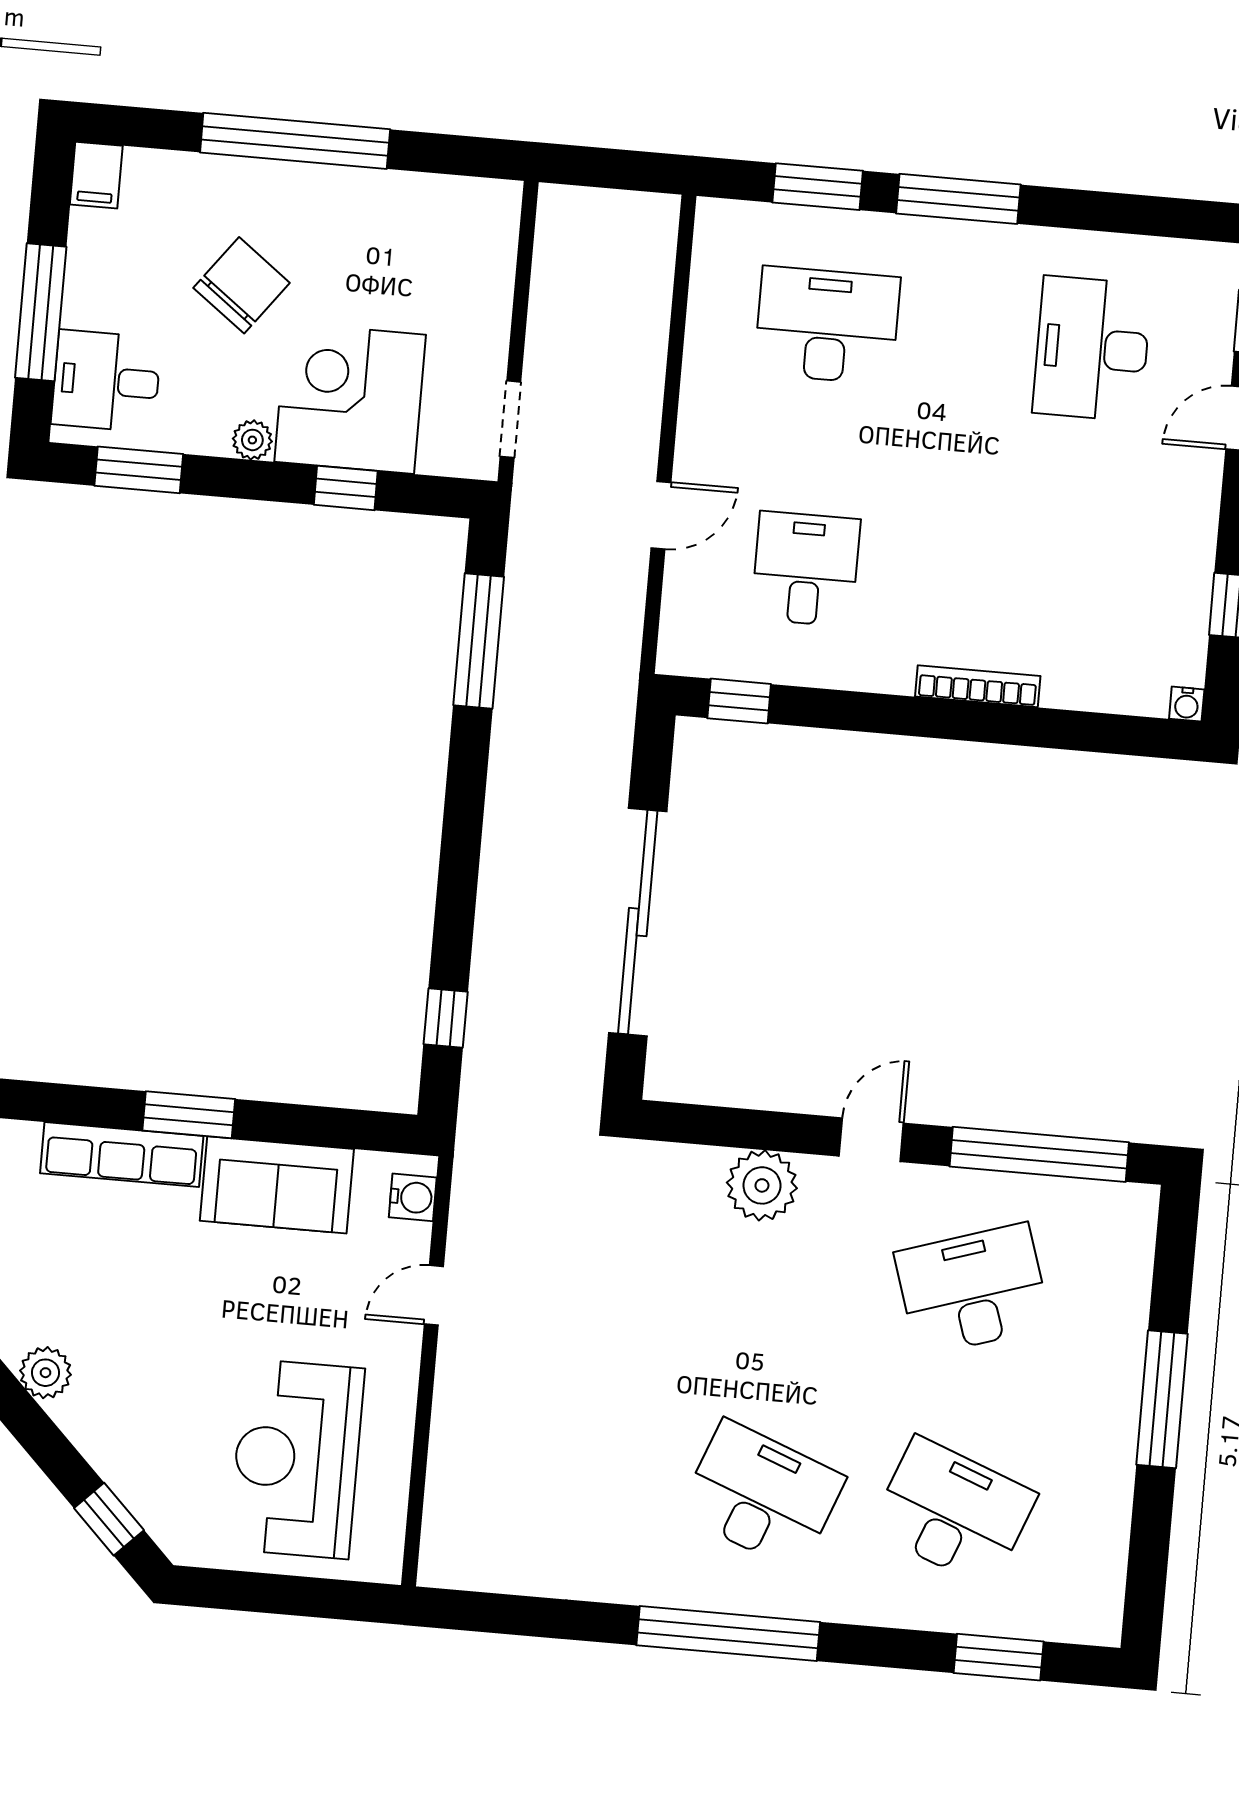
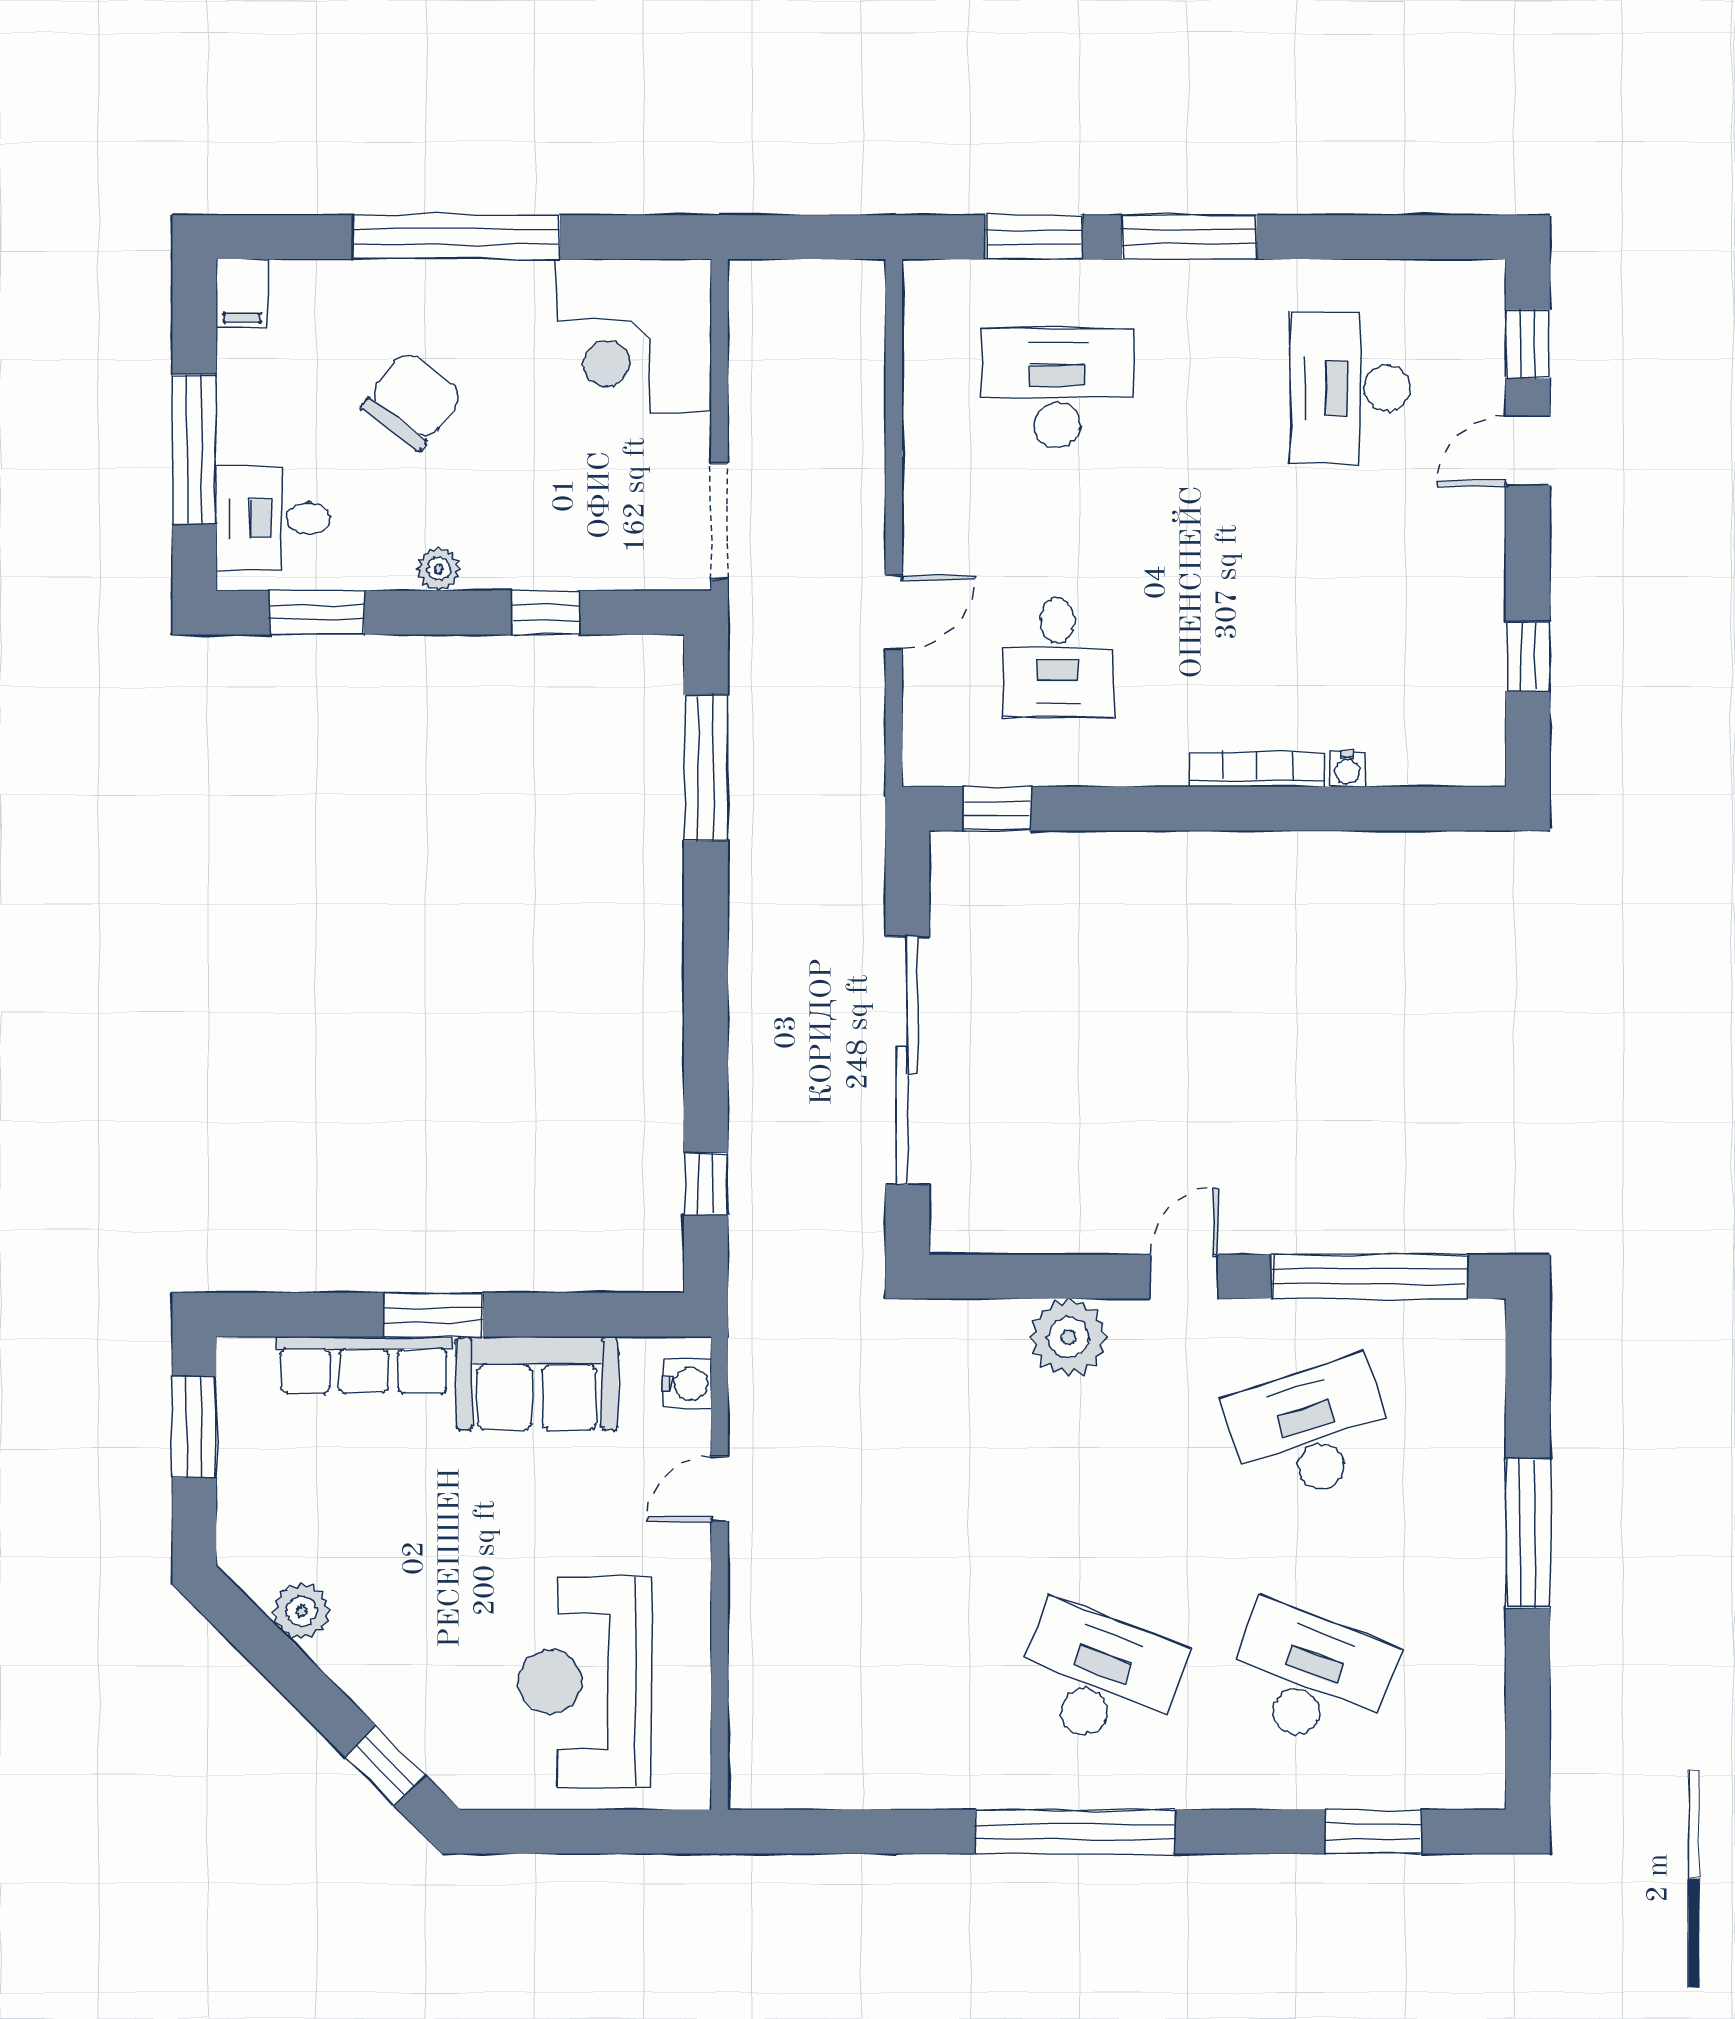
corner desk: (350, 398) -> (634, 336), moved, turned -90
doorway: (510, 419) -> (720, 522), width x1.38
desk: (806, 569) -> (1058, 657), turned 180
water cooler: (1187, 704) -> (1347, 769), moved

